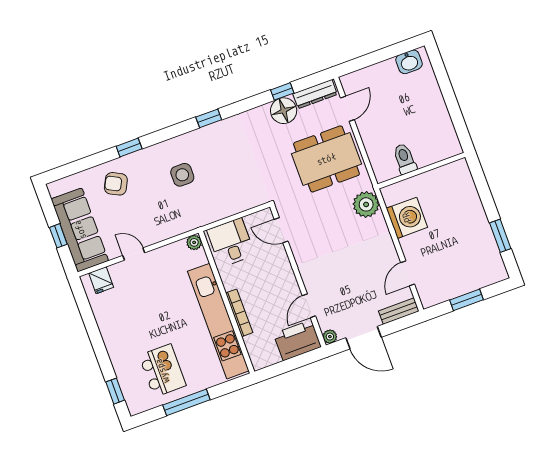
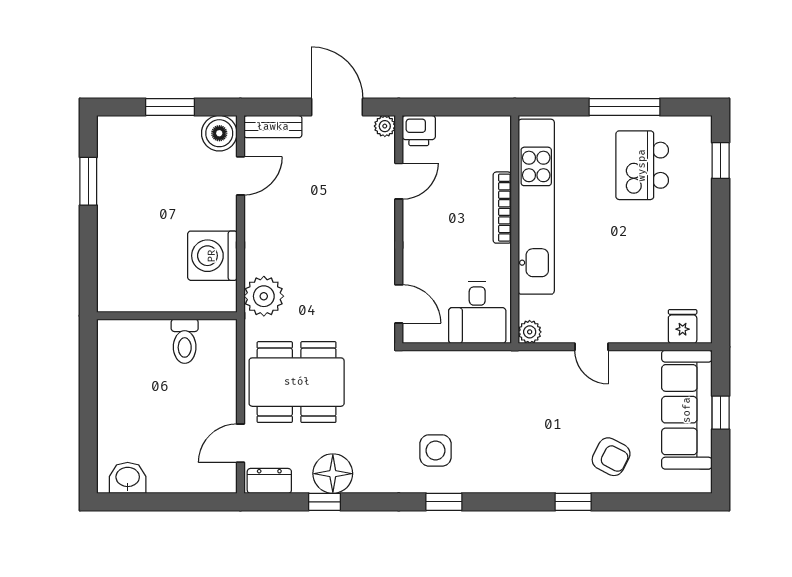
dresser: (315, 94) -> (269, 481), width x0.70
side table: (182, 175) -> (435, 450), moved
door: (134, 254) -> (591, 347), moved
boiler: (430, 295) -> (219, 133), added
printer: (297, 340) -> (419, 131), width x0.53, depth x0.68

